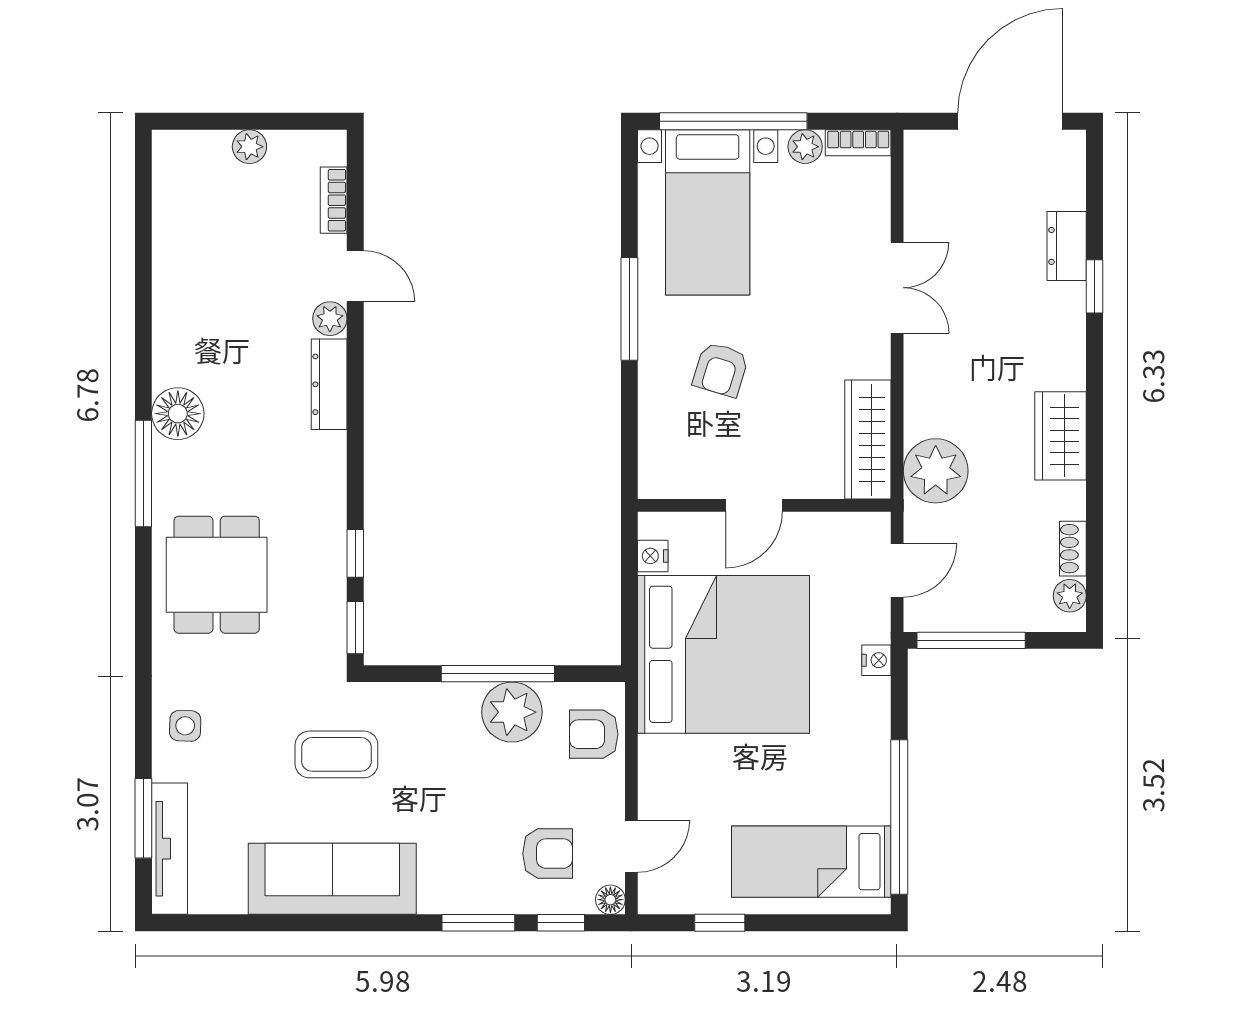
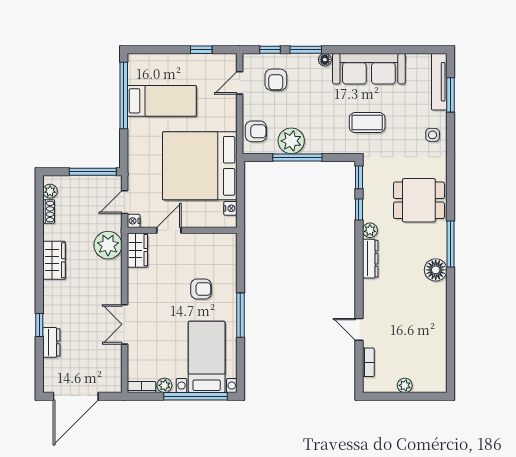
plant: (330, 319) -> (370, 230), moved
armchair: (721, 369) -> (201, 289), turned 73
dresser: (329, 384) -> (370, 259), moved
wardrobe: (868, 440) -> (137, 250), width x0.67
door: (754, 505) -> (169, 230), moved
dining table: (217, 575) -> (419, 200), turned 90
nightstand: (876, 660) -> (134, 221), moved
armchair: (548, 854) -> (276, 80), turned -90
bed: (811, 862) -> (162, 101), moved
floor lamp: (610, 900) -> (325, 60), moved

